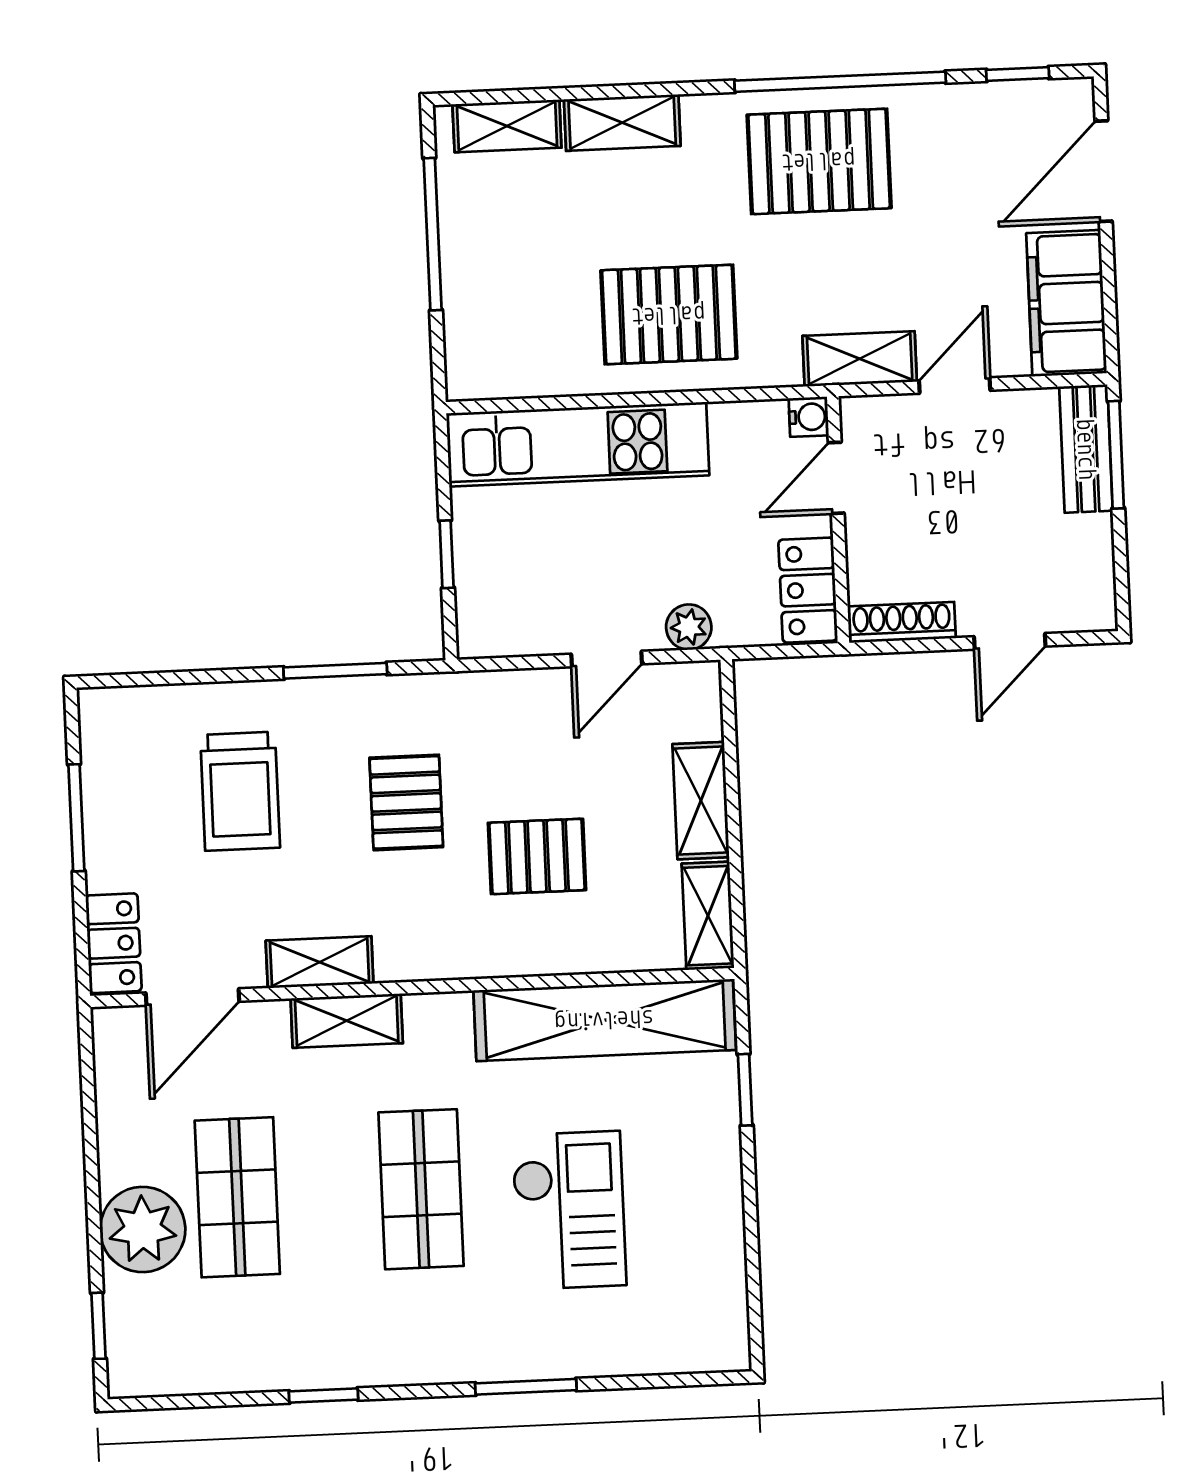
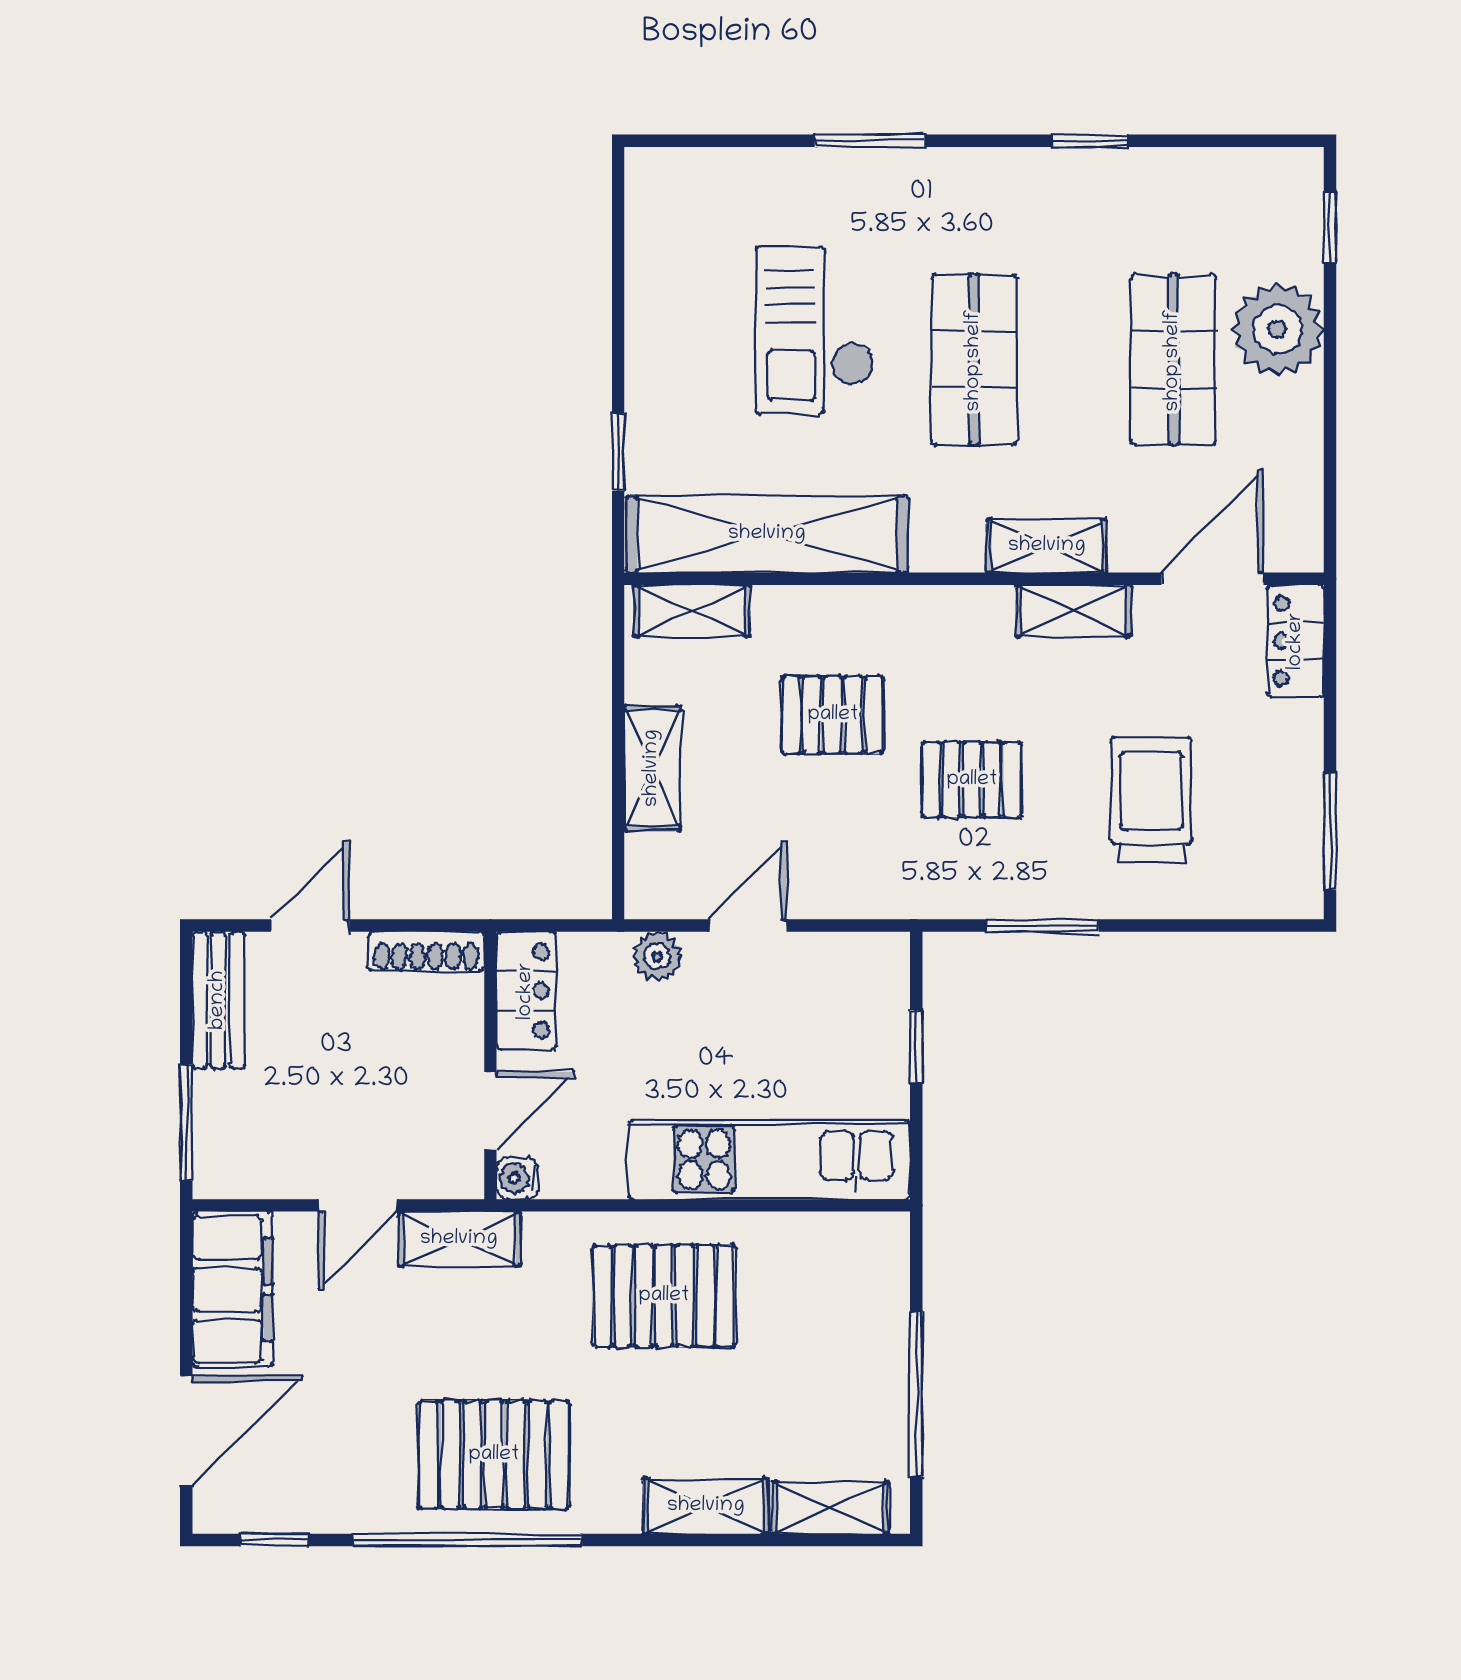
bench: (1086, 449) -> (218, 1000), moved
pallet: (406, 802) -> (972, 780), turned 90
window: (76, 818) -> (1330, 832), moved
shelving: (708, 916) -> (692, 611), moved, turned 90

